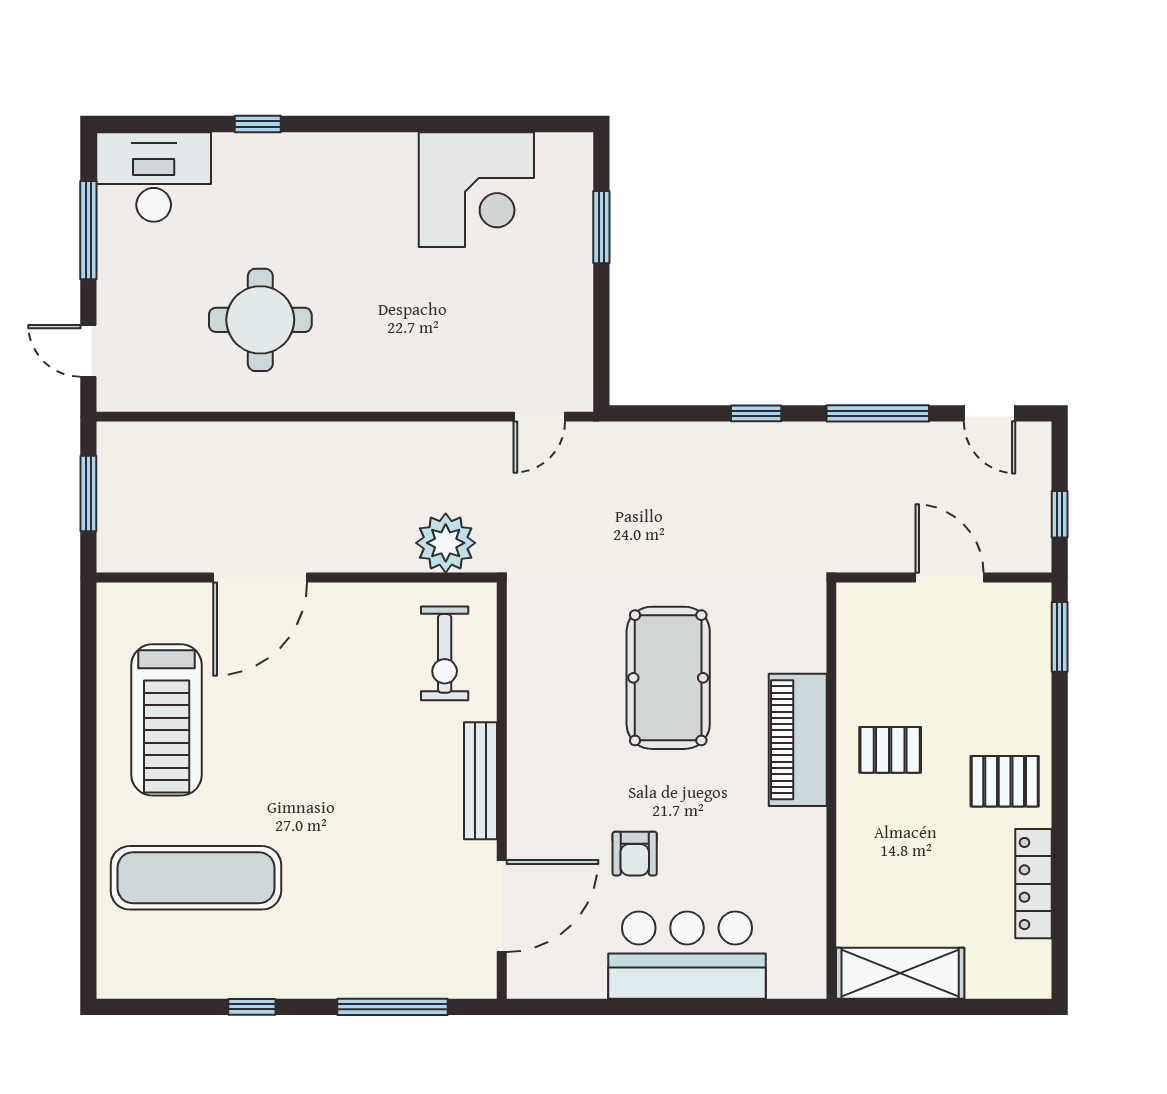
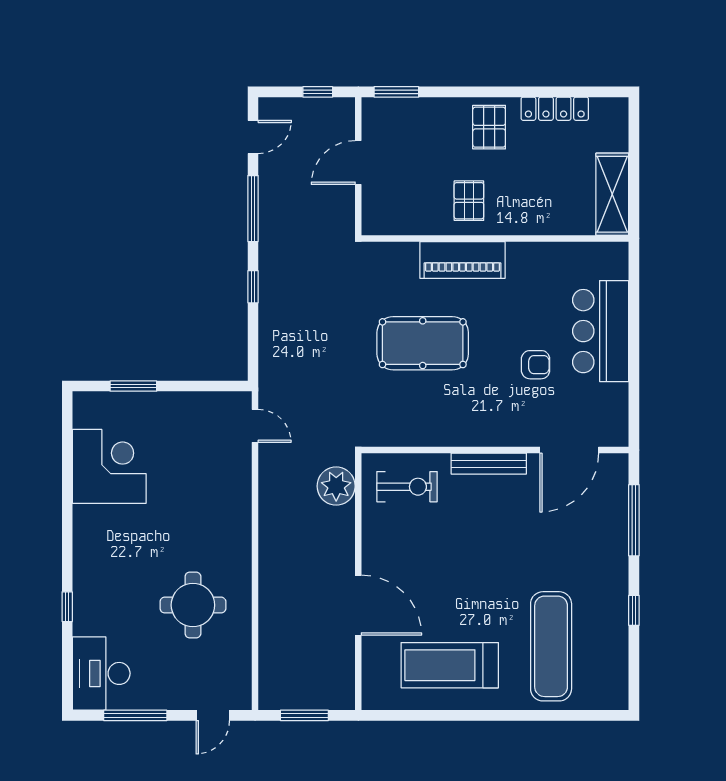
treadmill: (167, 720) -> (450, 665), turned 180
door: (502, 906) -> (569, 450), swing flipped

